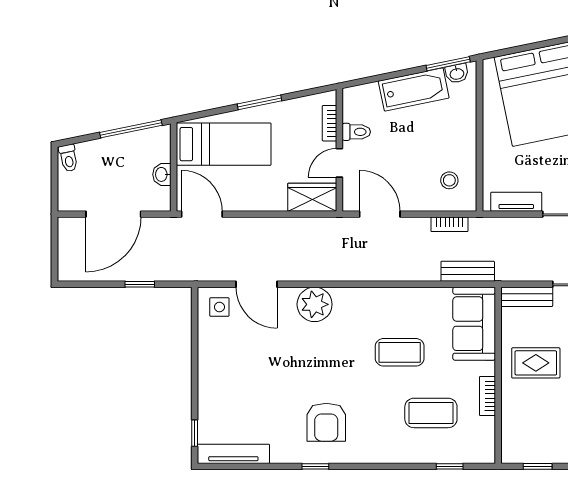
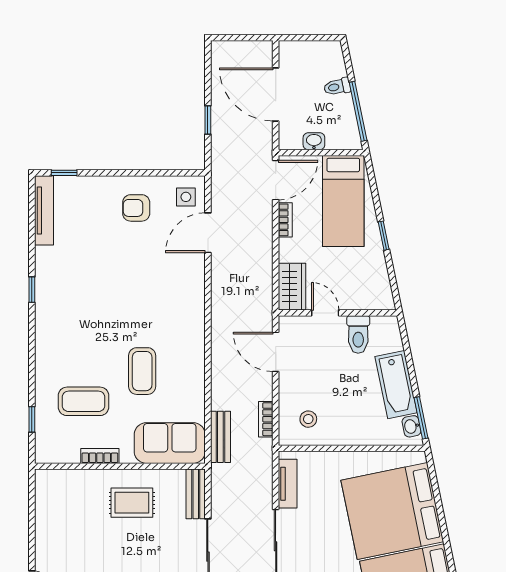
window: (259, 102) -> (384, 236), width x0.67
bookcase: (329, 123) -> (285, 220), moved, turned 90
toilet: (356, 132) -> (358, 334), width x1.37, depth x1.39
toilet: (68, 158) -> (337, 87), moved
door: (380, 214) -> (276, 352), swing flipped
plant: (315, 304) -> (188, 289), removed
rug: (536, 363) -> (132, 503), turned 90
coffee table: (431, 413) -> (83, 401), turned 90
armchair: (326, 422) -> (136, 208), moved, width x0.72, depth x0.72
window: (538, 466) -> (32, 504), removed

